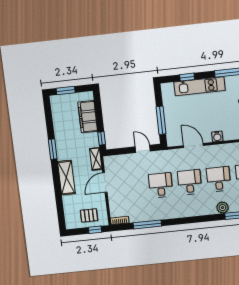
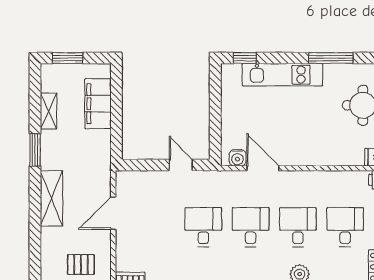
window: (187, 77) -> (245, 58), moved
window: (161, 120) -> (215, 122), removed
water cooler: (217, 136) -> (238, 158), moved
window: (102, 138) -> (116, 141), removed
shelving: (96, 159) -> (49, 111), moved

